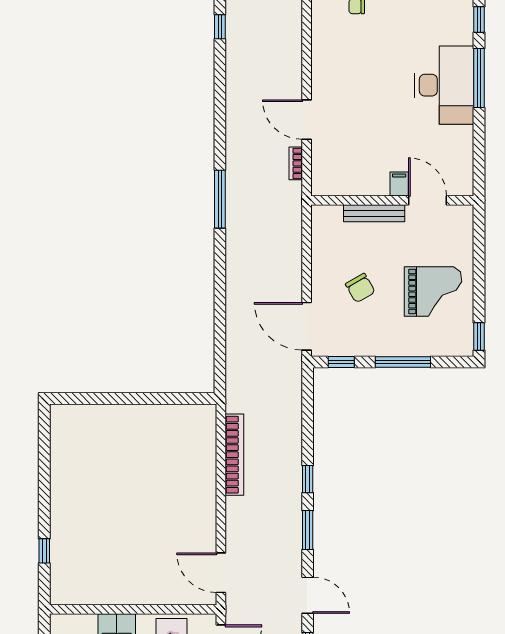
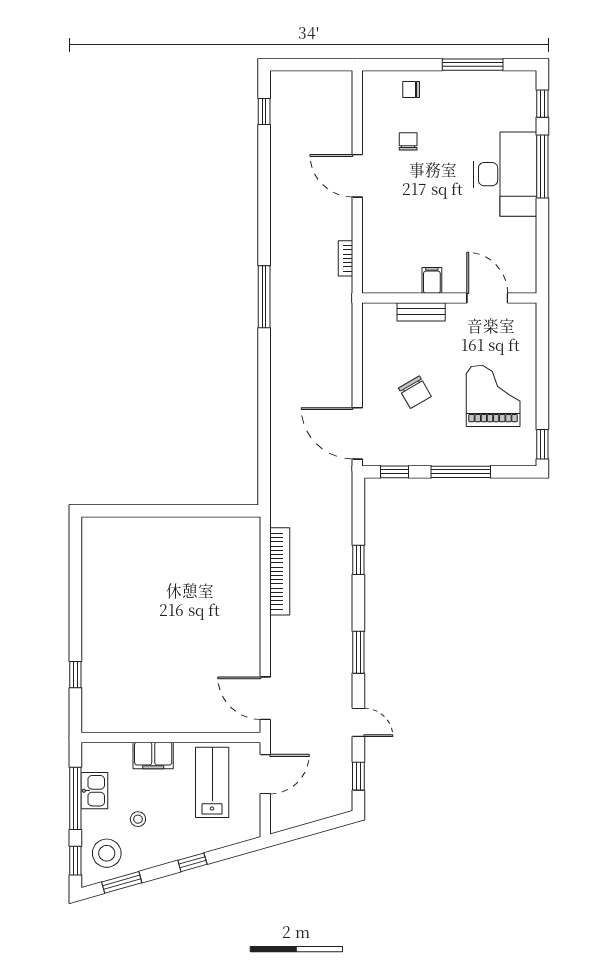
chair: (354, 55) -> (408, 141), added
door: (307, 120) -> (357, 176), moved
filing cabinet: (399, 184) -> (432, 280), moved
bench: (374, 213) -> (421, 312), width x0.73
grand piano: (433, 291) -> (493, 396), turned -90
window: (308, 479) -> (358, 560), moved
door: (308, 595) -> (358, 722), width x0.73

